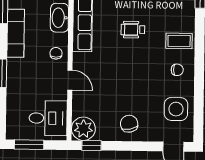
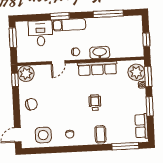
exam couch: (16, 33) -> (69, 25), moved
coffee table: (179, 41) -> (100, 134), moved
desk: (48, 118) -> (41, 33), moved, turned 180

